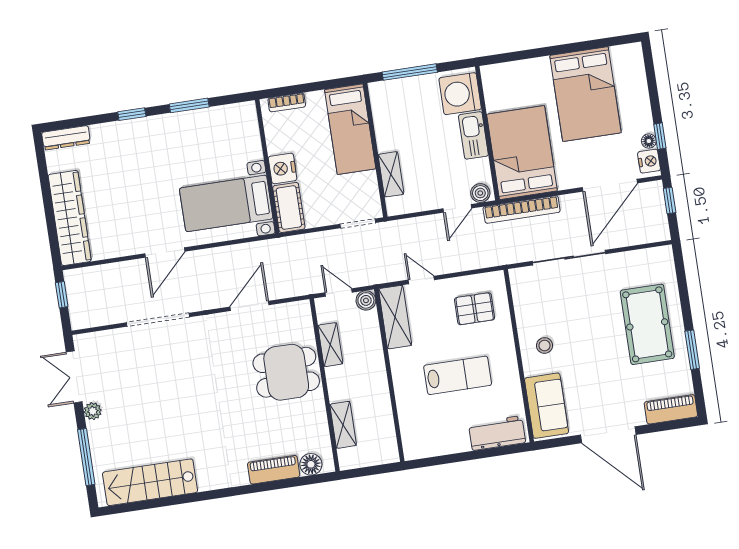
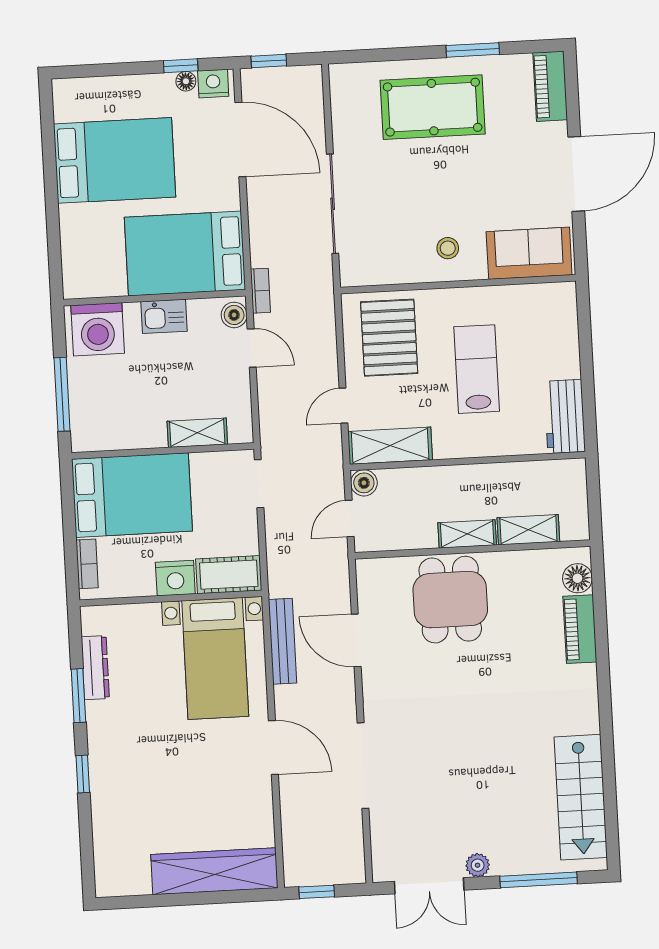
bed: (350, 129) -> (132, 495), width x1.50
kitchen sink: (473, 135) -> (164, 316), width x0.73
dresser: (66, 138) -> (95, 668), moved
bookcase: (522, 209) -> (260, 291), width x0.43, depth x0.76
bench: (244, 252) -> (282, 641), added
pallet: (475, 309) -> (389, 338), width x1.50, depth x1.42
shelving: (330, 345) -> (467, 534), moved
workbench: (497, 433) -> (565, 416), moved

